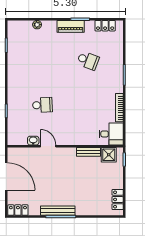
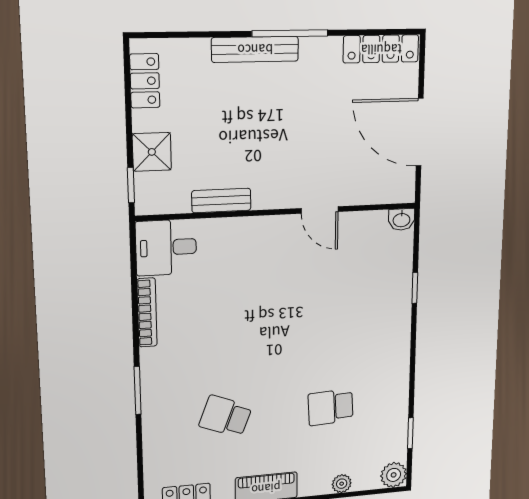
plant: (13, 26) -> (394, 475), added
school desk: (42, 105) -> (331, 407), moved
washbasin: (33, 141) -> (402, 220), moved
shower: (109, 155) -> (152, 152), moved
locker: (18, 210) -> (381, 49), width x1.53
bench: (58, 211) -> (255, 49), moved

